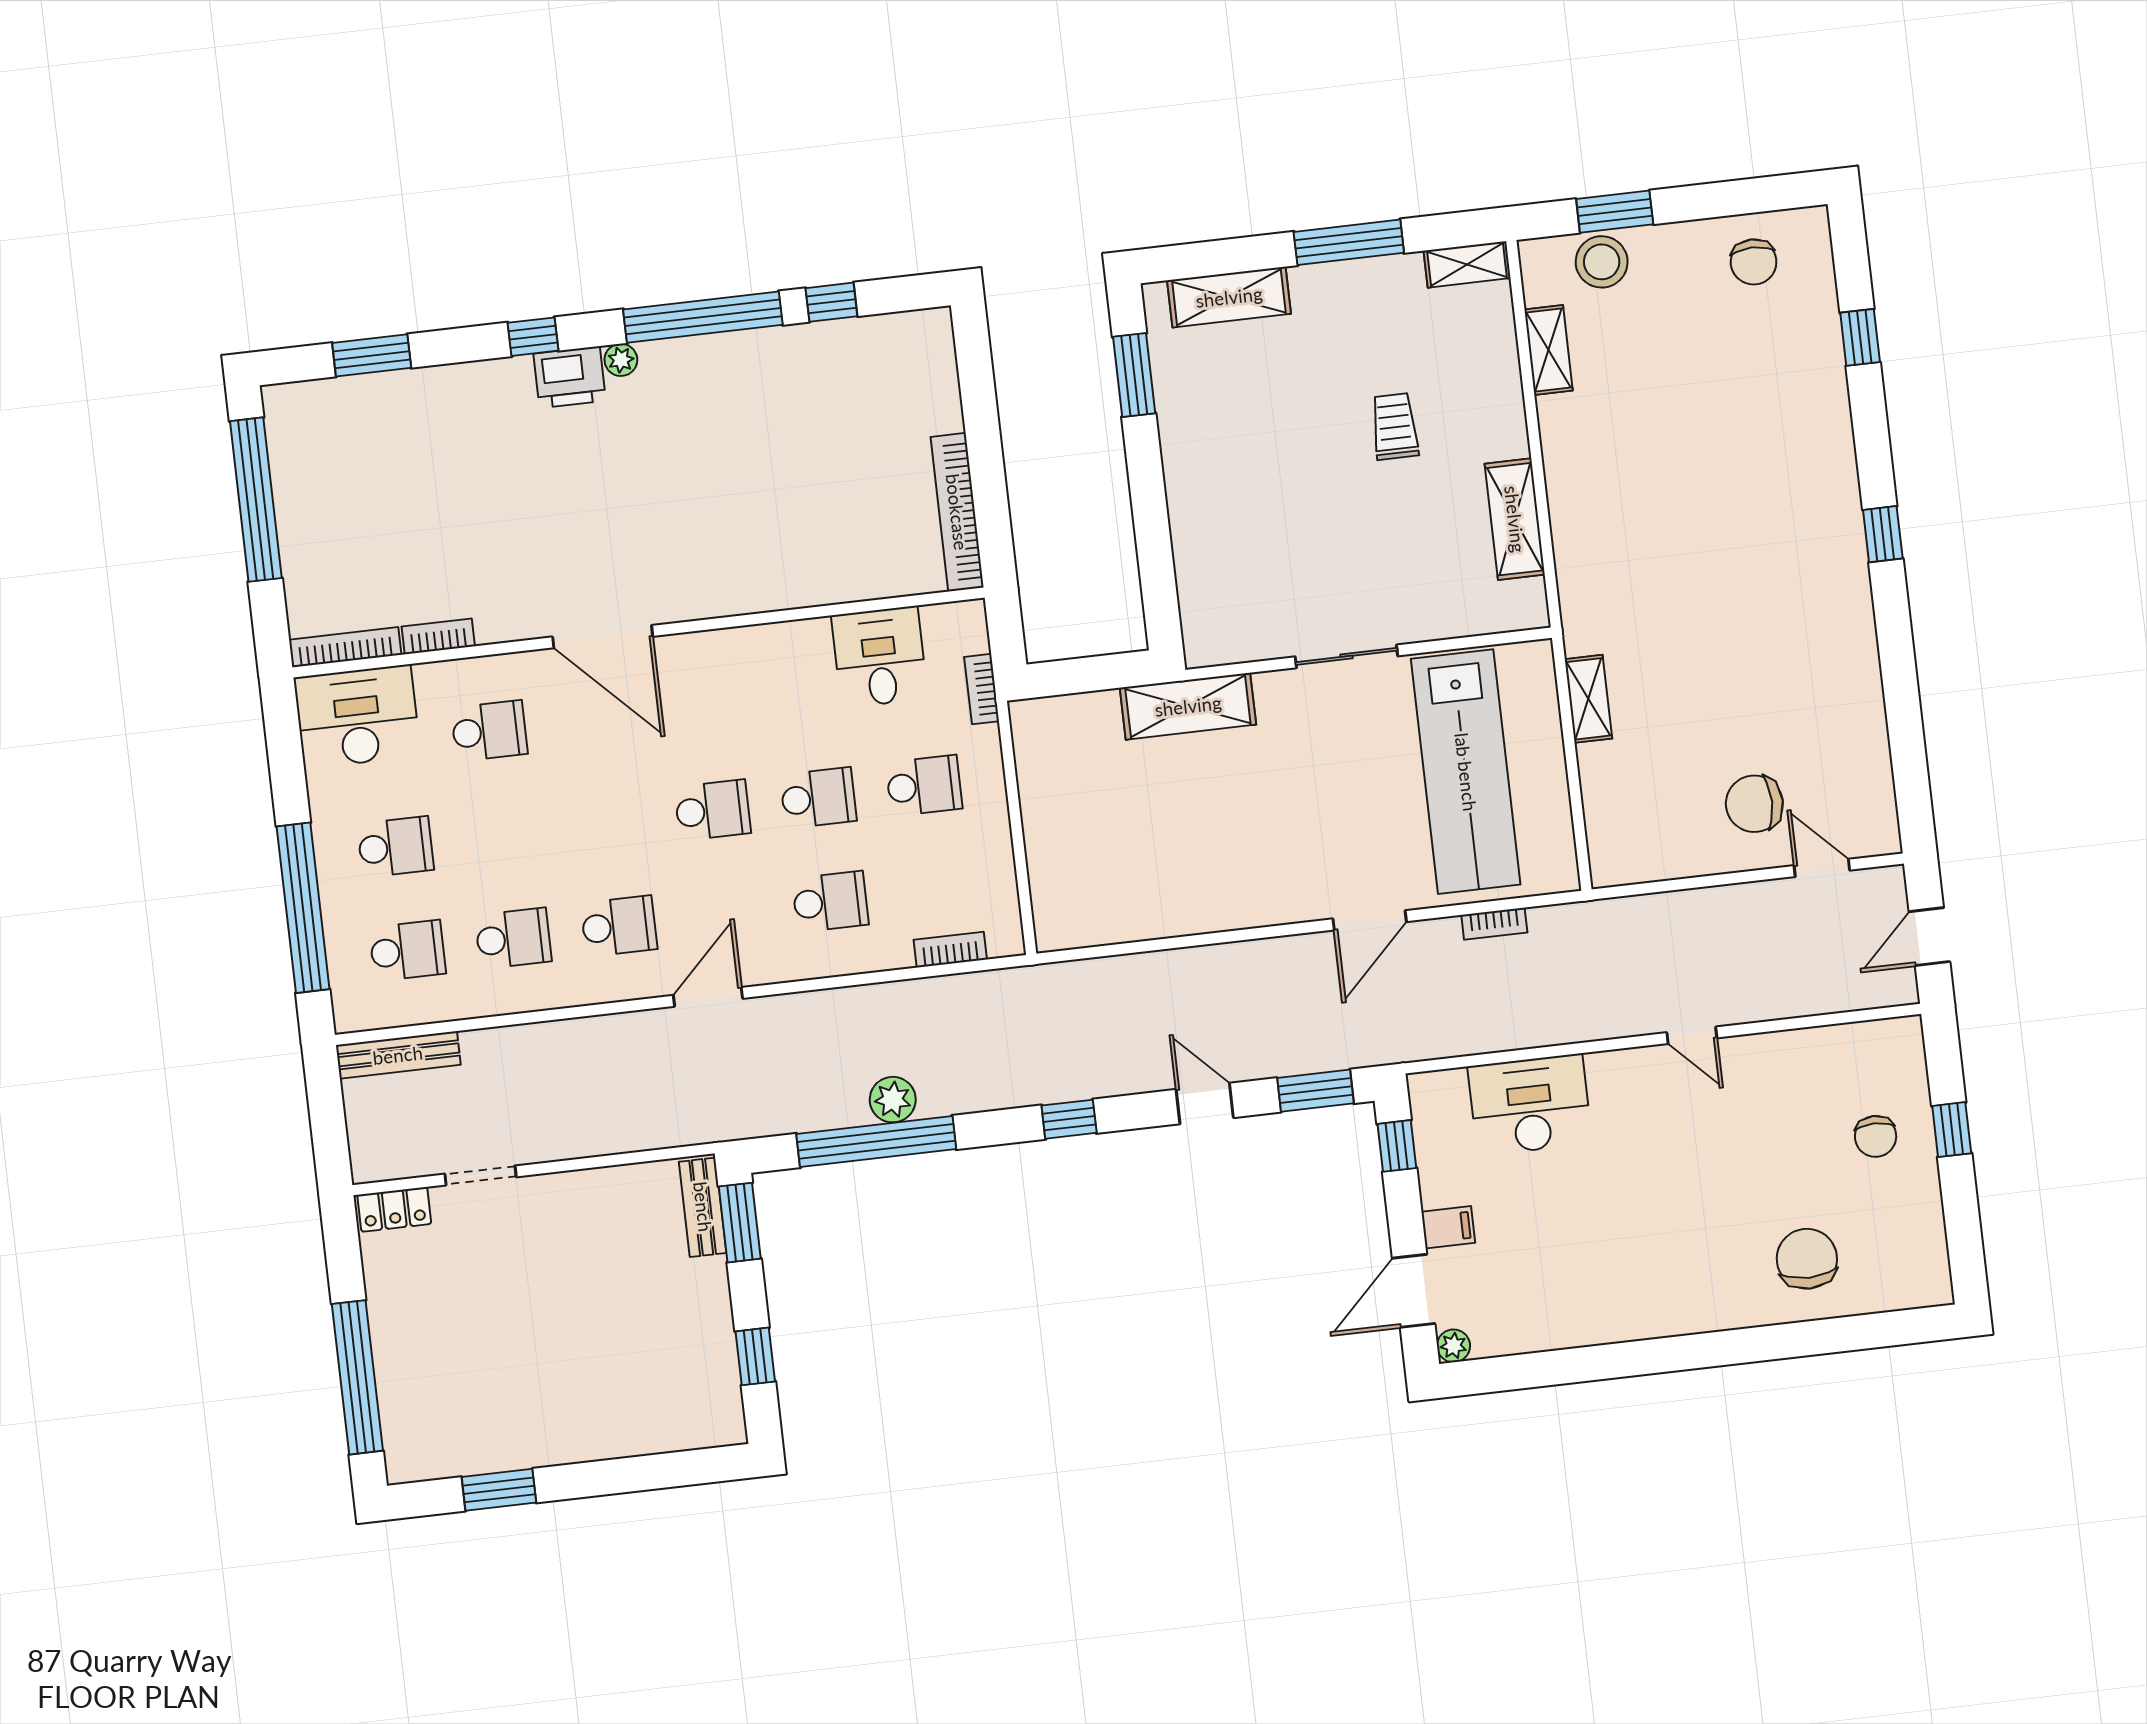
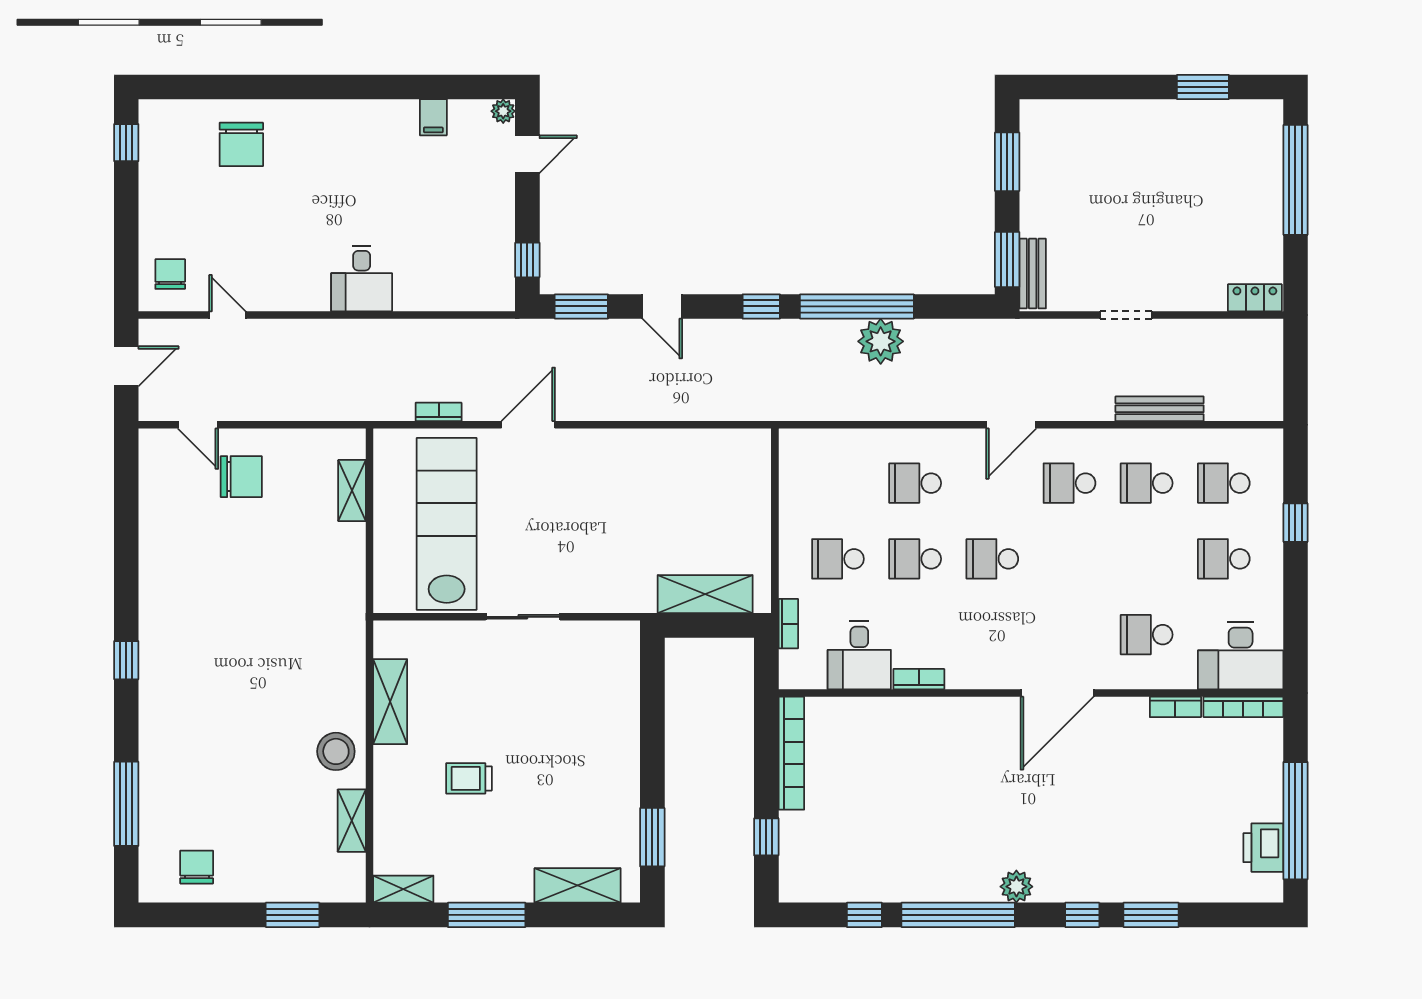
stool: (1602, 262) -> (336, 751), moved
window: (1860, 337) -> (126, 804), width x2.17
window: (372, 355) -> (1151, 915), moved
plant: (621, 360) -> (1016, 887), width x1.38, depth x1.38
printer: (570, 377) -> (1263, 848), moved, turned -90
window: (978, 393) -> (766, 837), added
trolley: (1395, 426) -> (469, 778), turned 90
door: (603, 637) -> (1057, 693), swing flipped
shelving: (1588, 699) -> (352, 491), moved
shelving: (1188, 706) -> (705, 594), moved
window: (303, 908) -> (1295, 523), width x0.32
bookcase: (950, 950) -> (919, 679), moved, turned 180
door: (1692, 1035) -> (227, 315), moved
bench: (398, 1055) -> (1160, 409), moved
plant: (893, 1100) -> (881, 341), width x1.36, depth x1.36
desk: (1530, 1105) -> (362, 278), moved, width x0.73
window: (1952, 1130) -> (126, 143), moved
chair: (1876, 1136) -> (170, 274), moved
window: (876, 1141) -> (857, 306), moved
doorway: (480, 1175) -> (1126, 315), moved
filing cabinet: (1448, 1227) -> (433, 117), moved, turned -90
door: (1414, 1291) -> (527, 154), width x0.73
window: (755, 1356) -> (1007, 162), width x1.50

